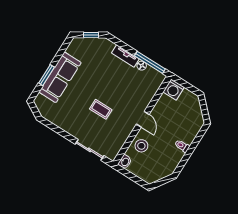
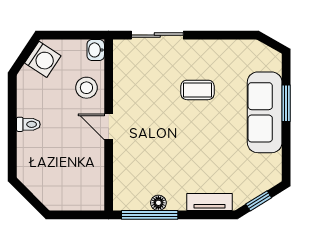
tv unit: (125, 56) -> (209, 202), moved
washing machine: (174, 90) -> (43, 59), moved, turned 123
coffee table: (101, 109) -> (197, 90), moved

